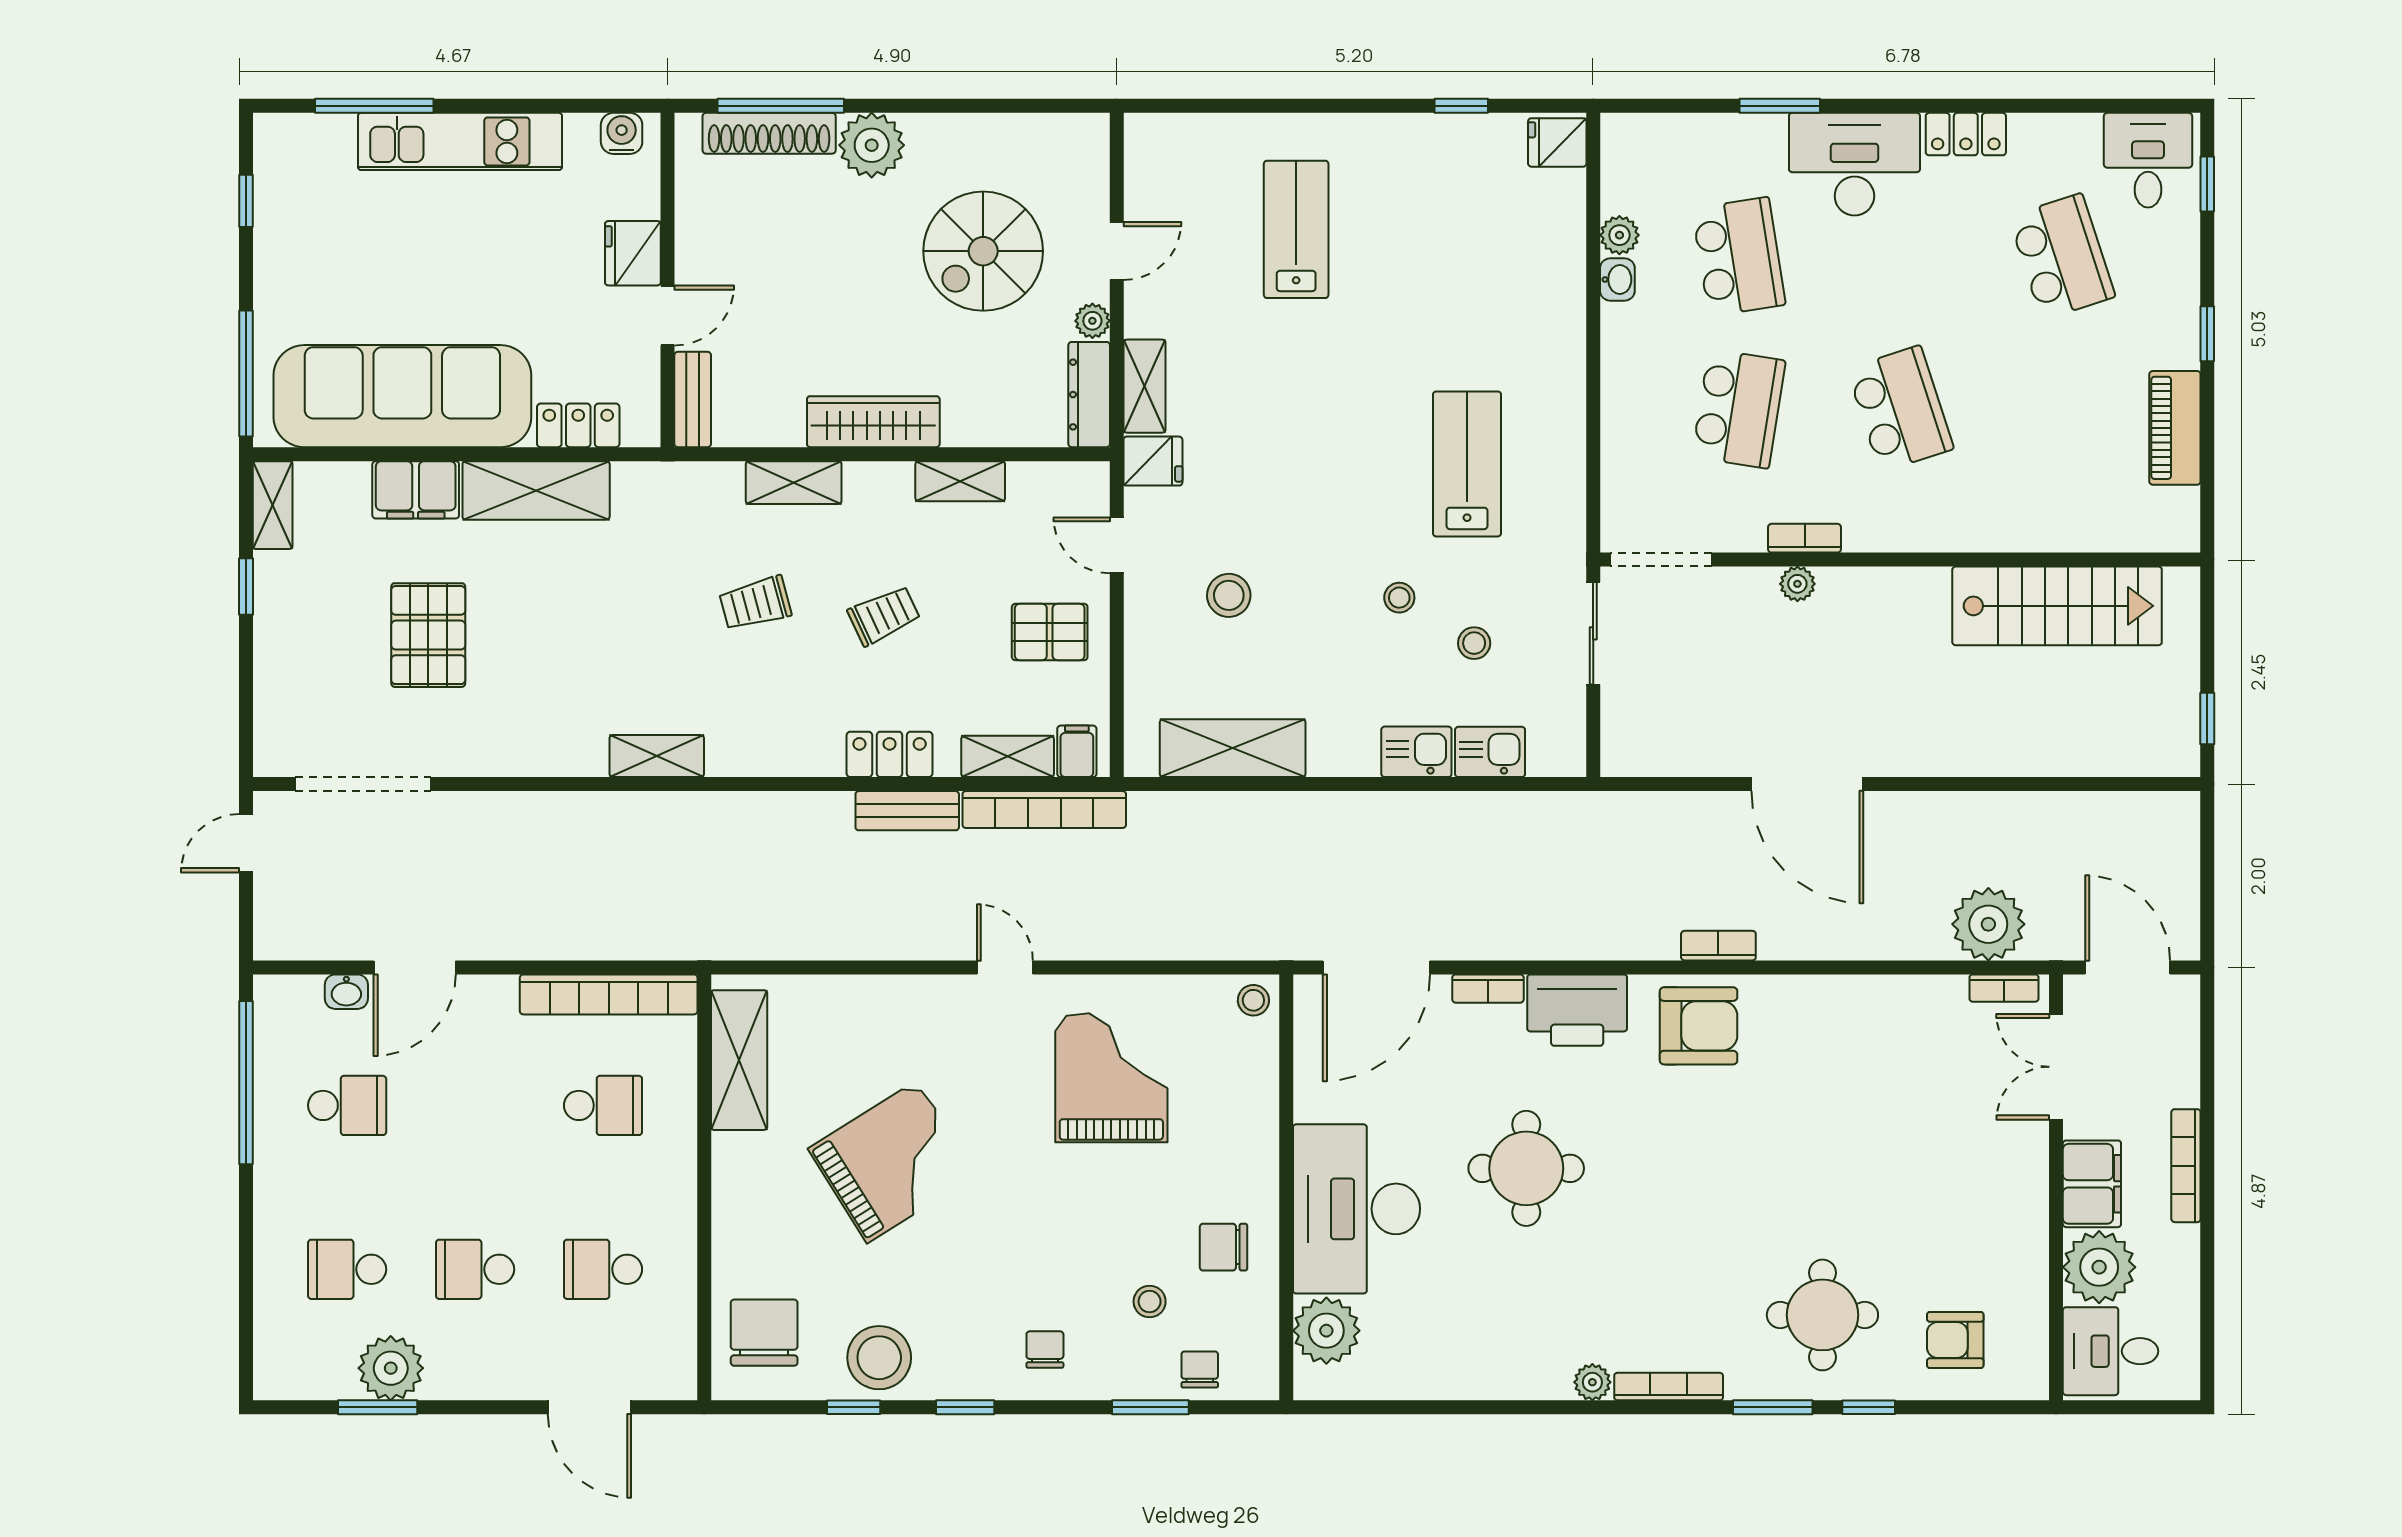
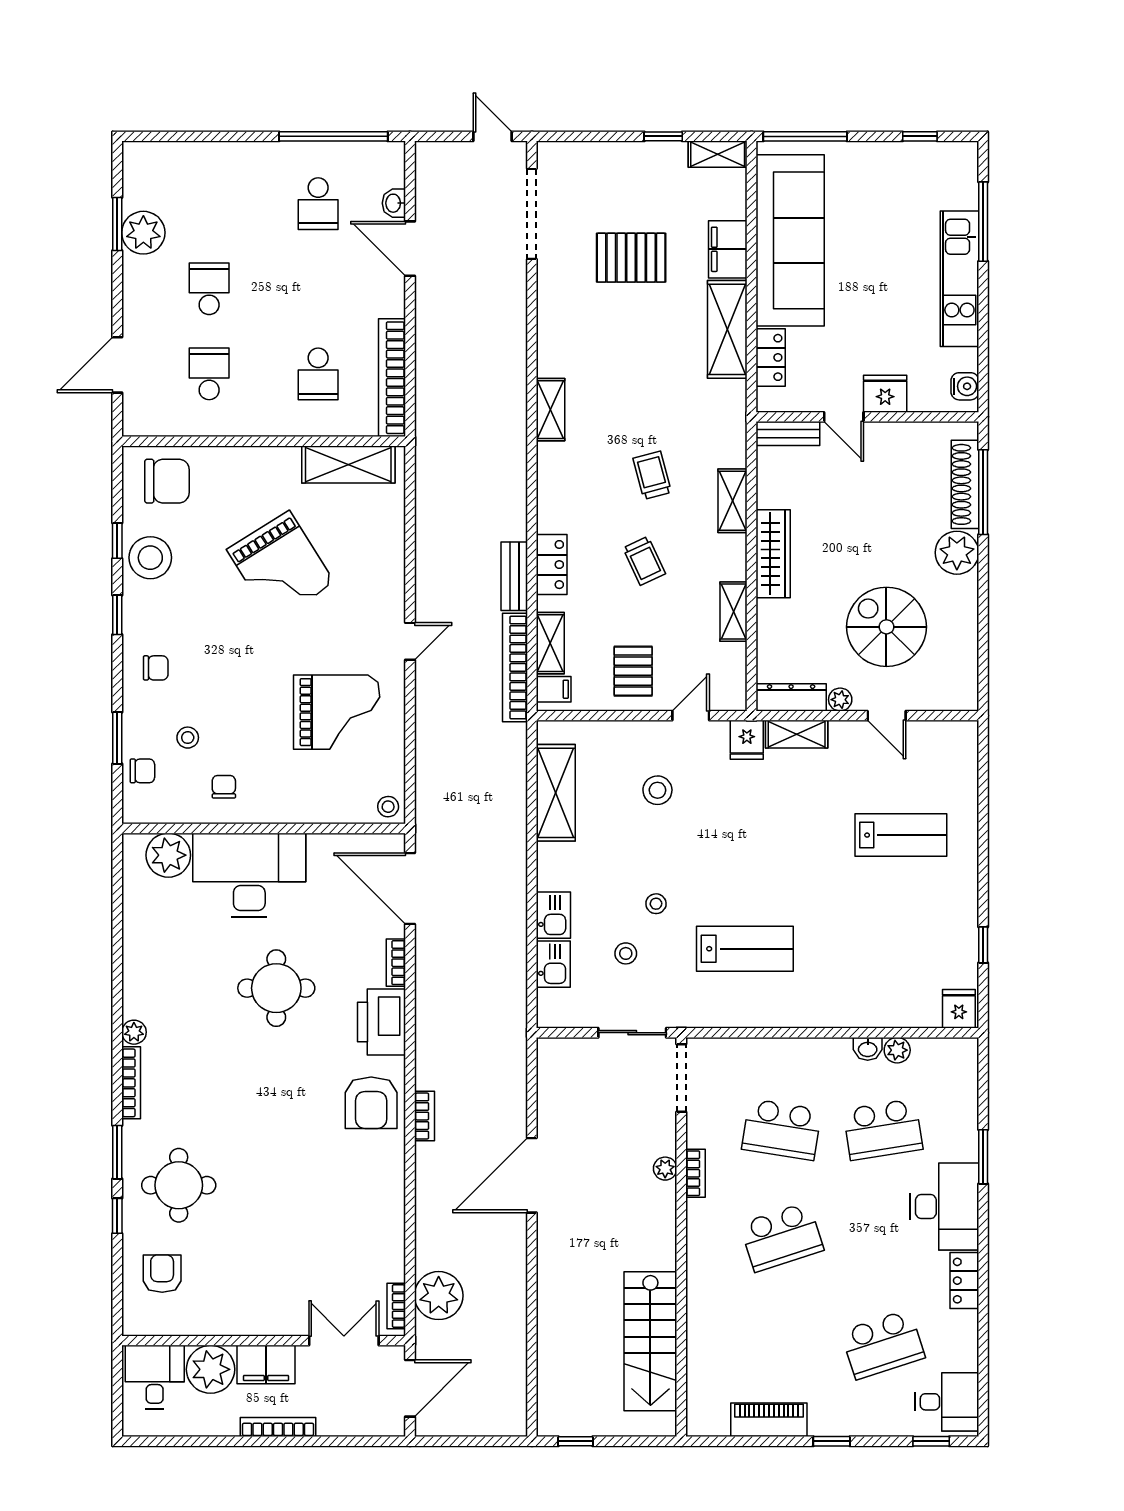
chair: (1224, 1247) -> (224, 787), width x0.73, depth x0.73
school desk: (347, 1269) -> (209, 204), removed

